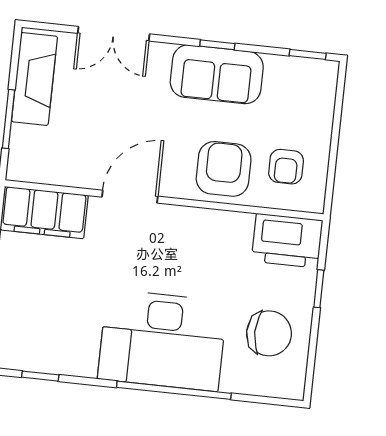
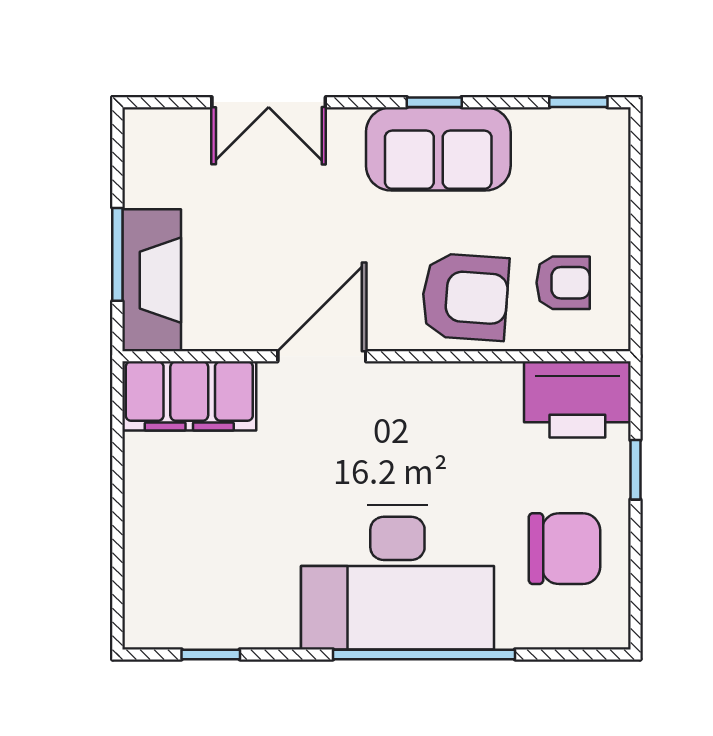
fireplace: (34, 79) -> (152, 280), moved
armchair: (286, 167) -> (563, 283), turned -90
armchair: (224, 169) -> (465, 297), turned 94

